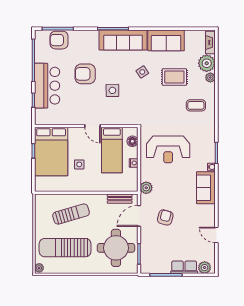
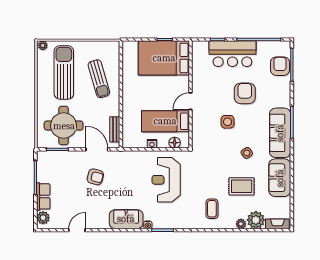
rug: (174, 77) -> (242, 186), turned 90
side table: (79, 164) -> (150, 87), removed
plant: (146, 188) -> (126, 157), removed

